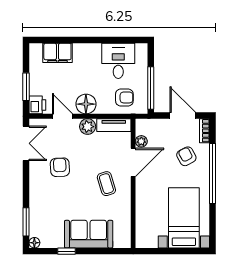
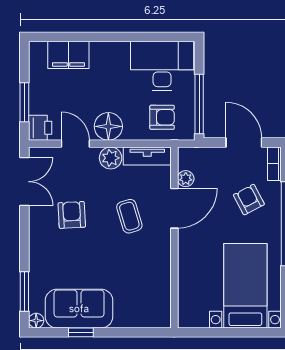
desk: (118, 61) -> (162, 66), width x1.37
coffee table: (106, 184) -> (129, 216), moved
sofa: (89, 234) -> (79, 309), moved

